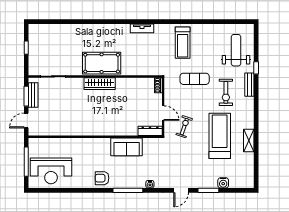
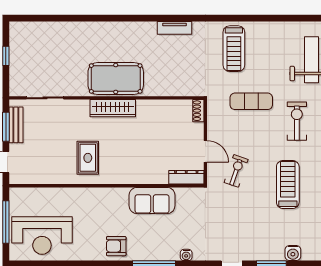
exercise bike: (226, 92) -> (297, 121), turned 180
rug: (82, 118) -> (88, 158), added
treadmill: (220, 136) -> (288, 184), width x0.73, depth x0.73

